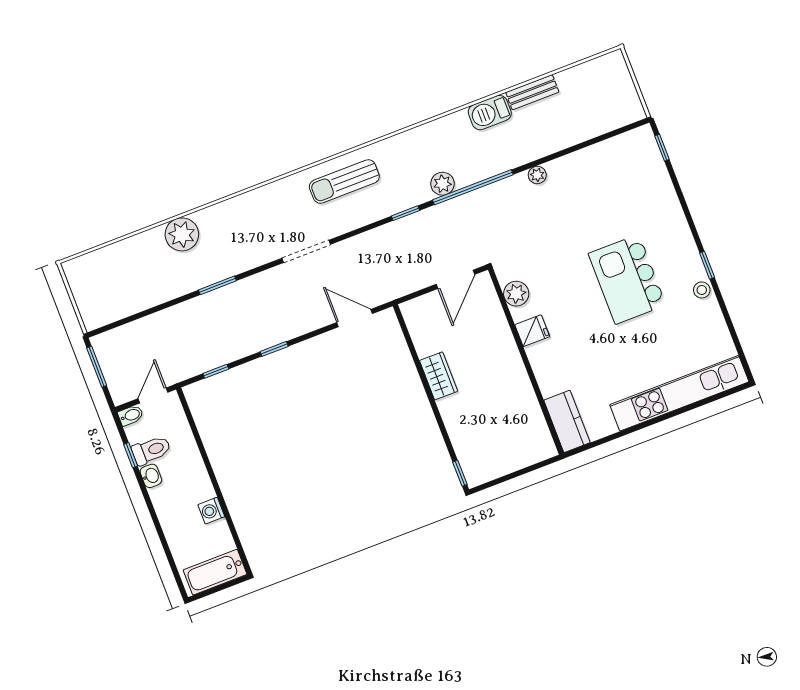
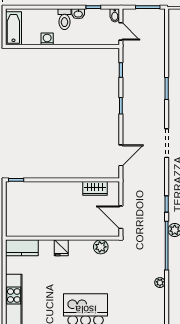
fridge: (532, 331) -> (61, 248), moved
wardrobe: (439, 376) -> (95, 188), moved
toilet: (151, 450) -> (65, 19), moved

